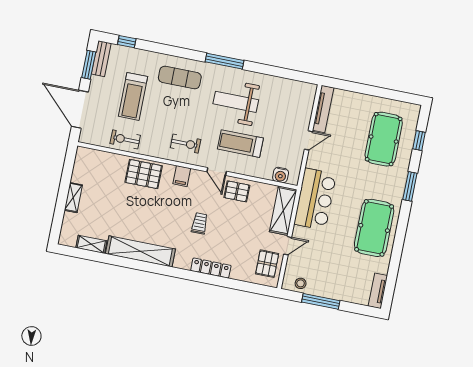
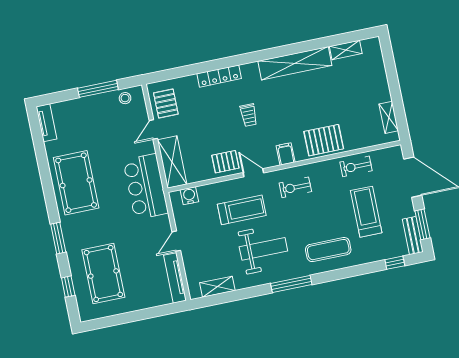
shelving: (290, 86) -> (217, 287), added
exercise bike: (125, 139) -> (356, 166), turned 180
shelving: (73, 198) -> (389, 117), moved

